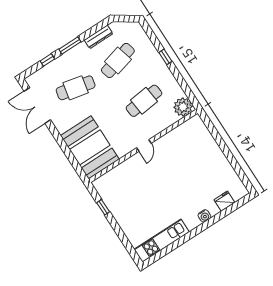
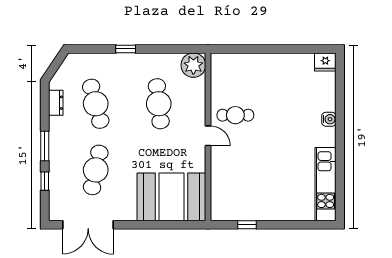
dresser: (99, 37) -> (56, 103), width x0.70
cafe table: (168, 154) -> (235, 115), added
fridge: (224, 201) -> (325, 62), moved, turned -90

